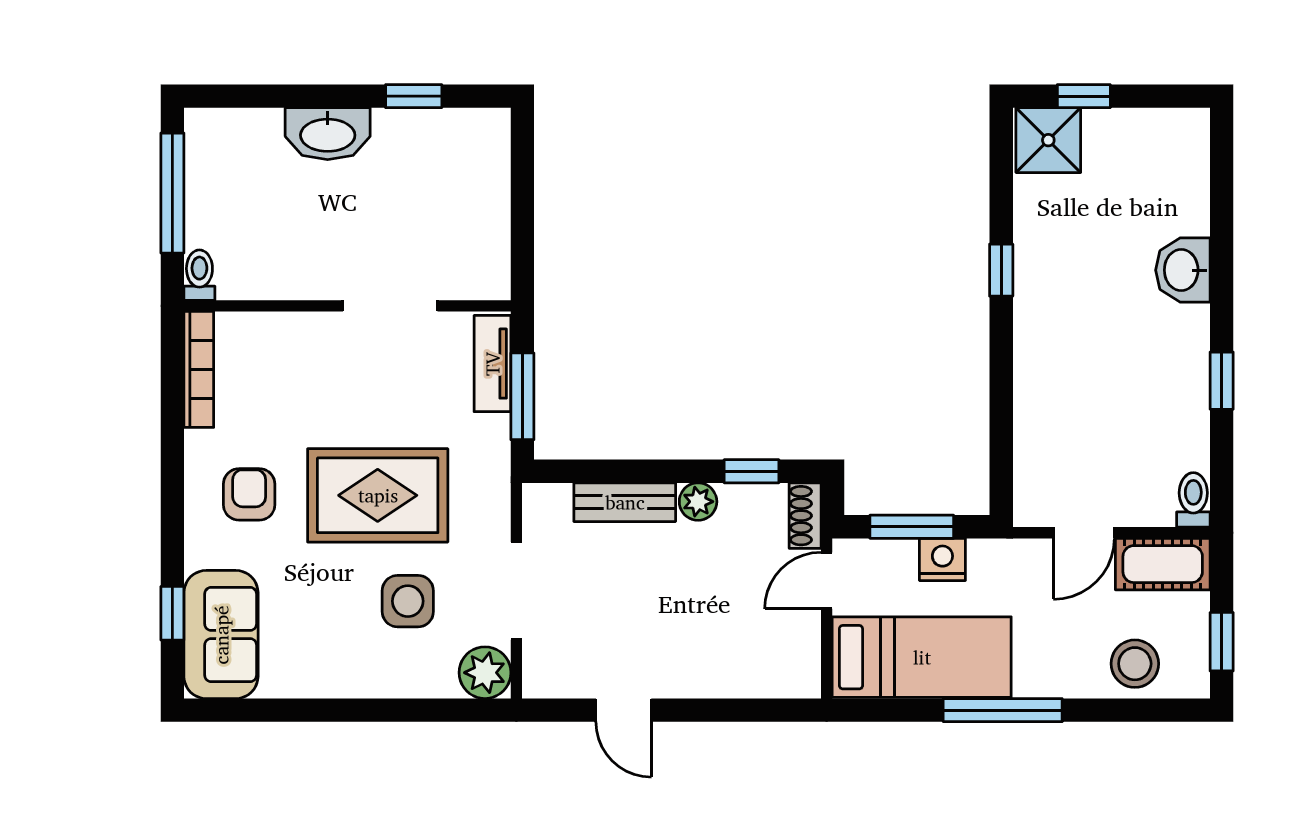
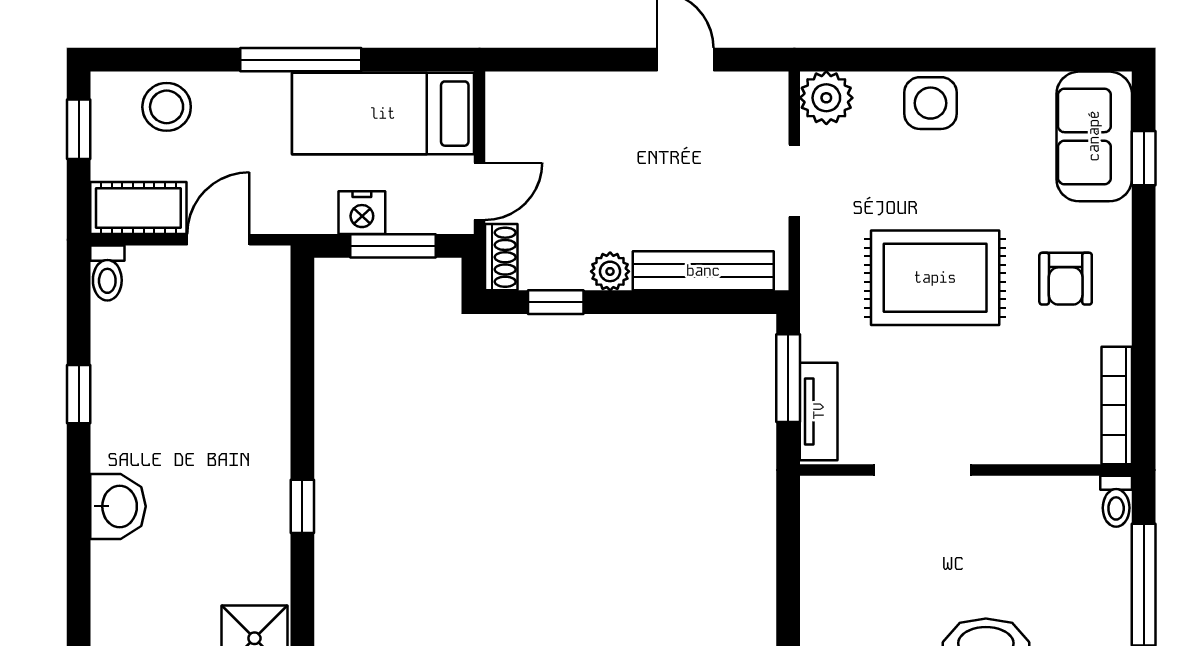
bench: (625, 502) -> (703, 271), width x1.36
doorway: (516, 591) -> (794, 181), width x0.73
side table: (408, 601) -> (930, 103), moved

